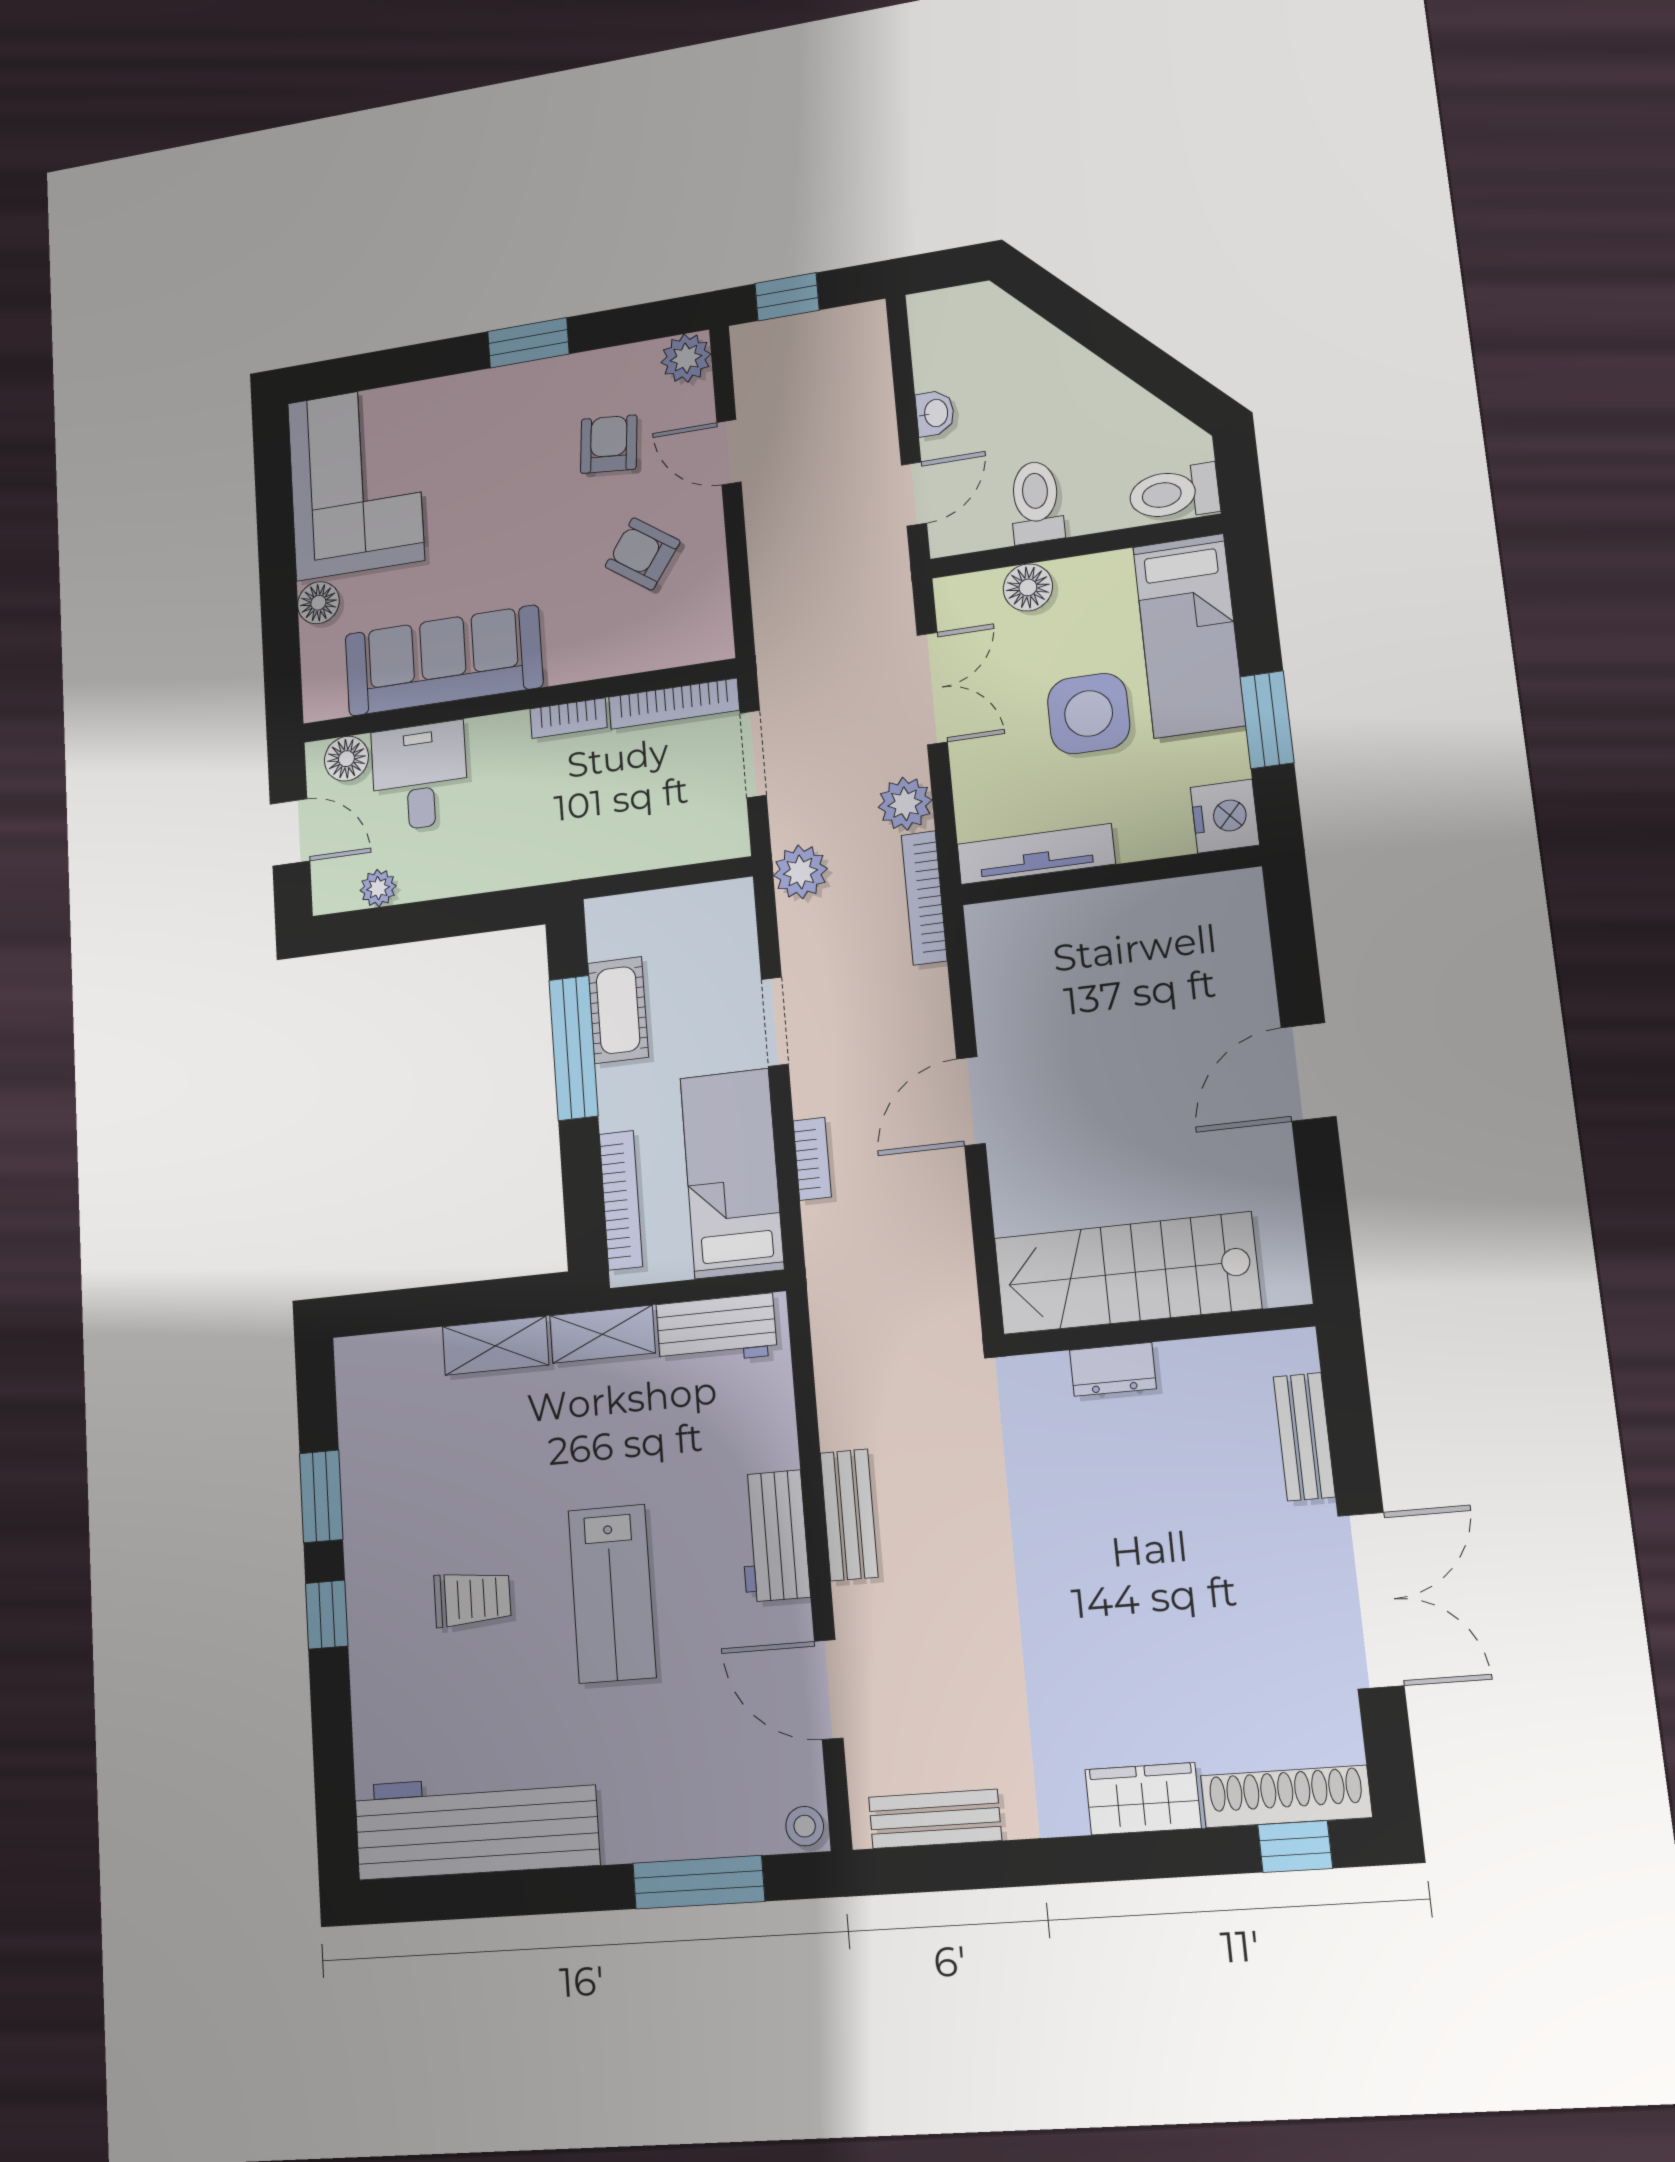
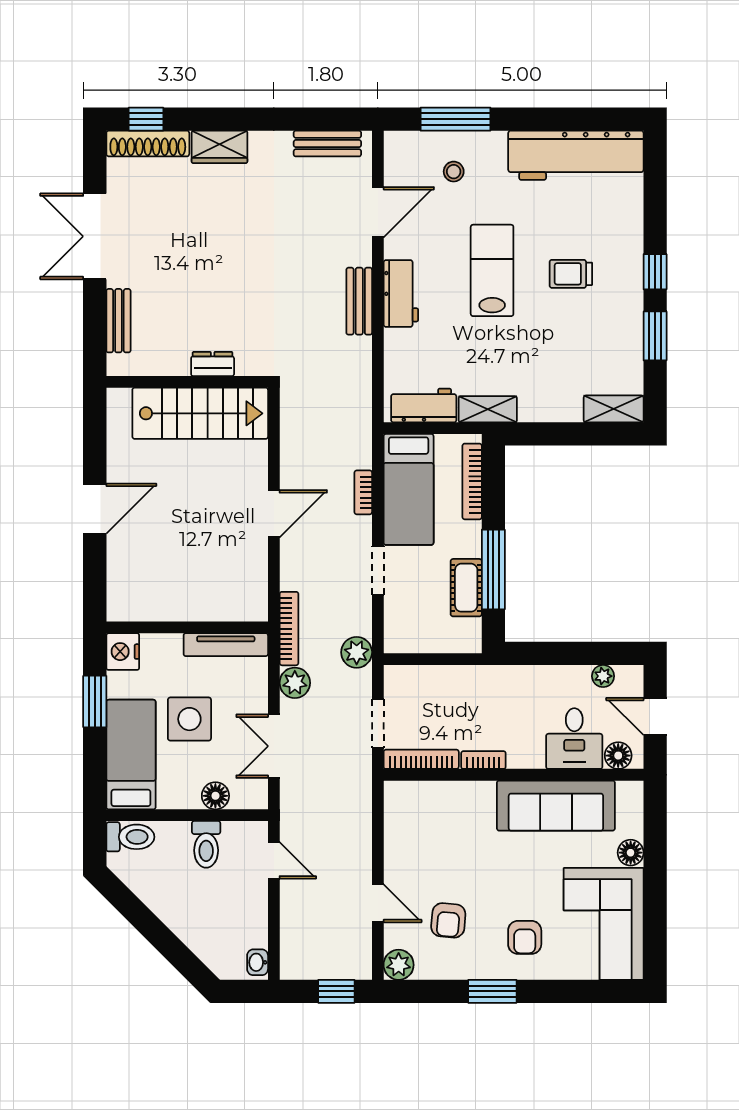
washbasin: (935, 413) -> (258, 962), moved
door: (914, 494) -> (274, 860), swing flipped
armchair: (643, 554) -> (525, 937), moved, turned 55
shelving: (495, 1346) -> (614, 409), moved
door: (829, 1690) -> (378, 212), hinge flipped
stool: (805, 1826) -> (454, 172), moved

